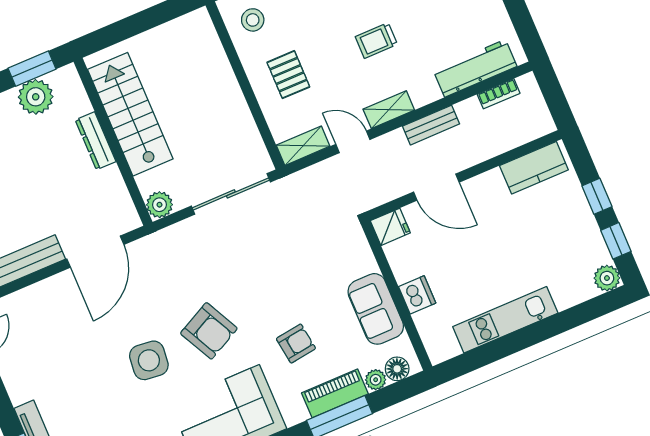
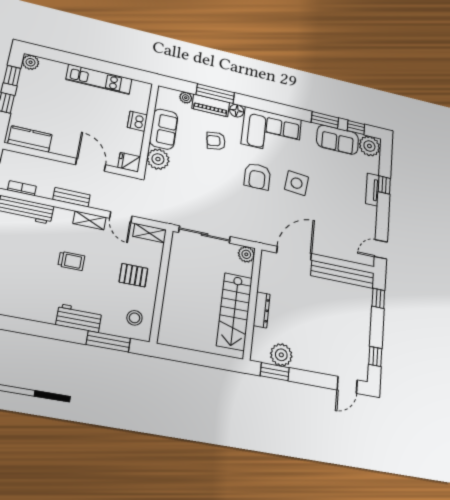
pallet: (288, 75) -> (133, 275), turned 90
plant: (356, 259) -> (158, 159), added
armchair: (209, 331) -> (257, 176), turned -153
floor lamp: (397, 369) -> (237, 111), moved

